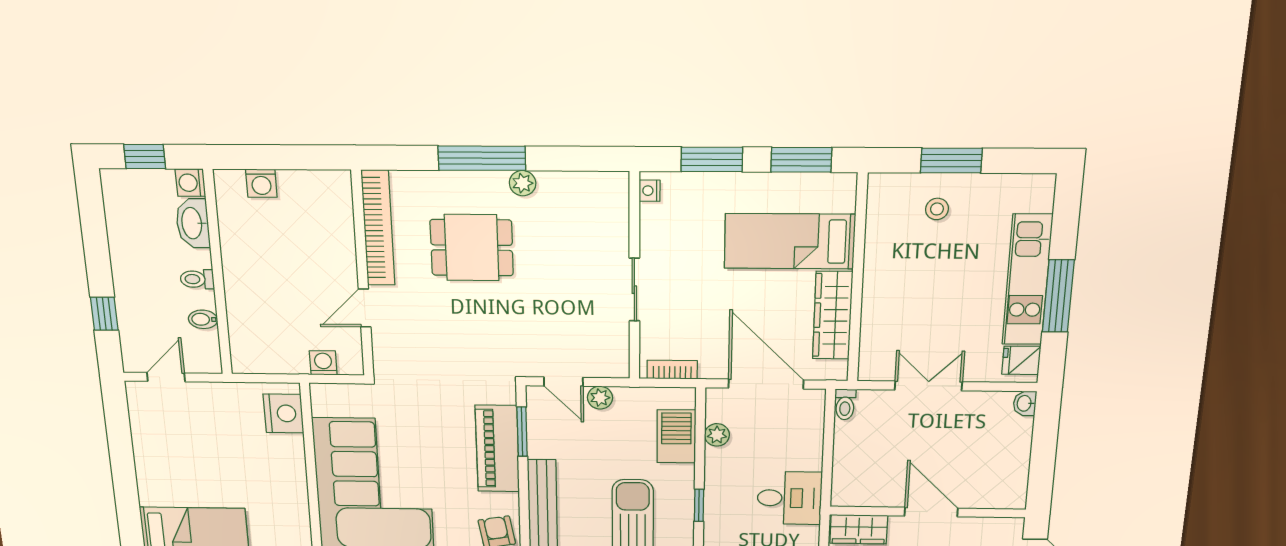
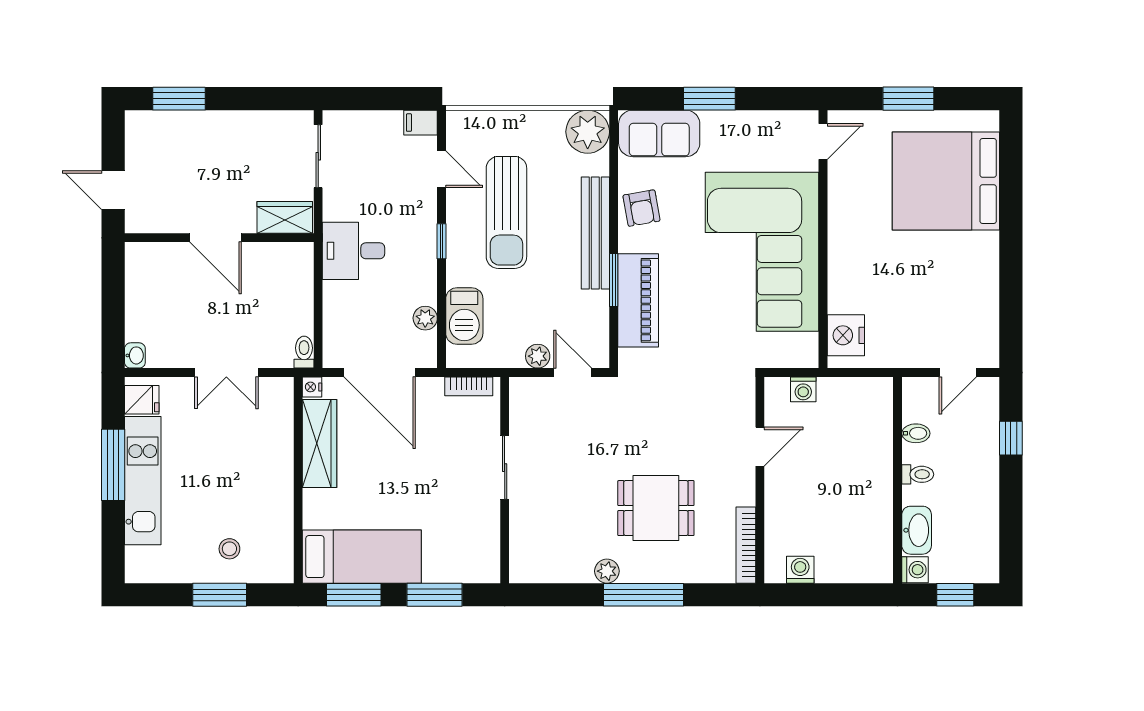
washing machine: (261, 183) -> (800, 570), moved
nightstand: (650, 191) -> (312, 387), moved, turned 180
bookcase: (378, 228) -> (746, 545), width x0.68, depth x0.76
bed: (790, 241) -> (362, 557), moved
window: (522, 432) -> (614, 280), moved

